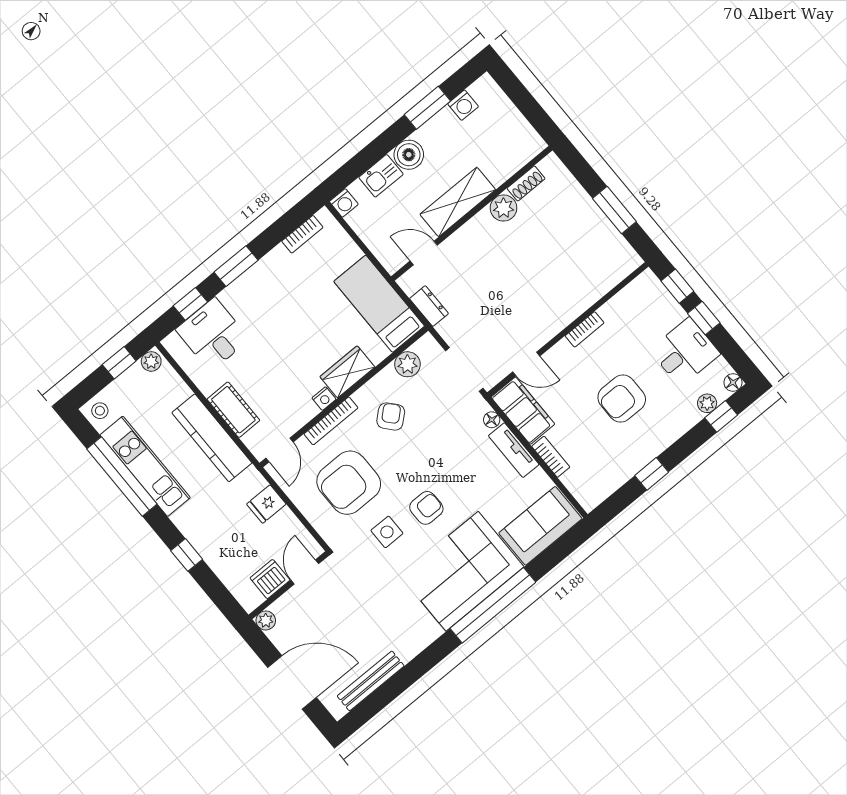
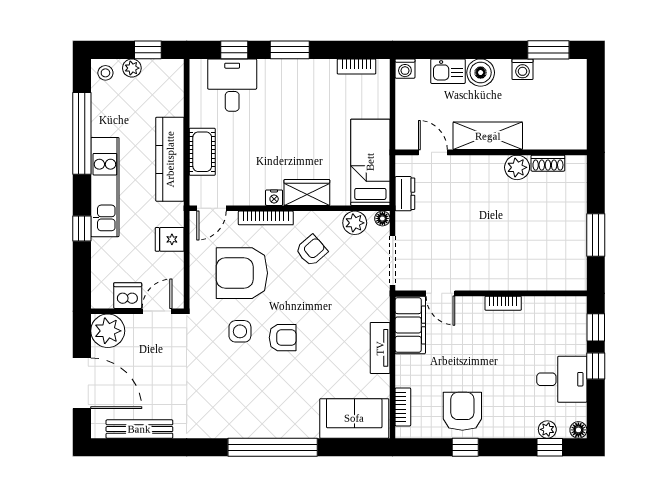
washing machine: (463, 105) -> (522, 69), moved
window: (427, 108) -> (548, 50), moved
plant: (151, 361) -> (132, 68), moved
armchair: (622, 398) -> (462, 411), moved, turned 90
floor lamp: (492, 420) -> (382, 218), moved
bookcase: (551, 457) -> (403, 407), moved
kitchen unit: (145, 466) -> (105, 187), moved
corner sofa: (462, 571) -> (271, 405), removed
plant: (266, 620) -> (108, 331), width x1.88, depth x1.88

